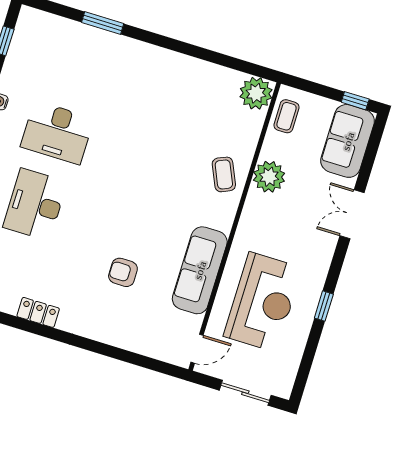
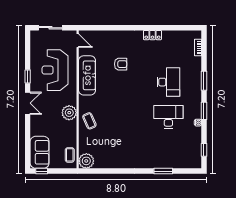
plant: (269, 177) -> (69, 113), moved
double door: (352, 214) -> (28, 103), moved
door: (197, 349) -> (78, 41), swing flipped

